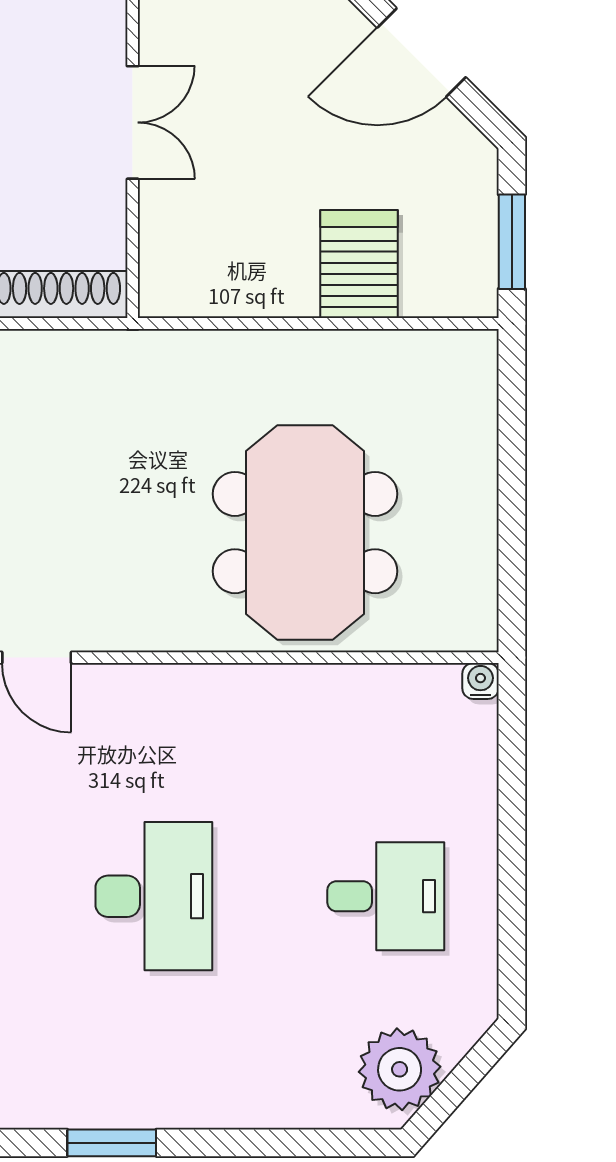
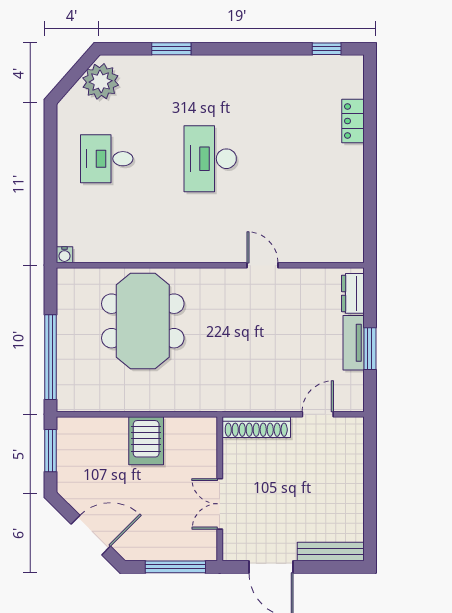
server rack: (359, 264) -> (146, 441), moved
window: (512, 452) -> (51, 357), added
window: (112, 1143) -> (171, 49), moved

